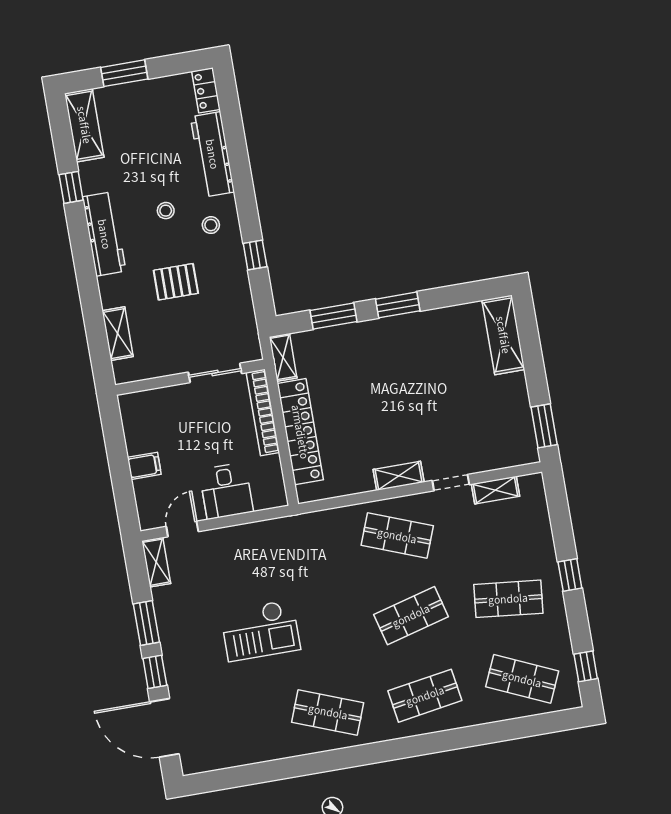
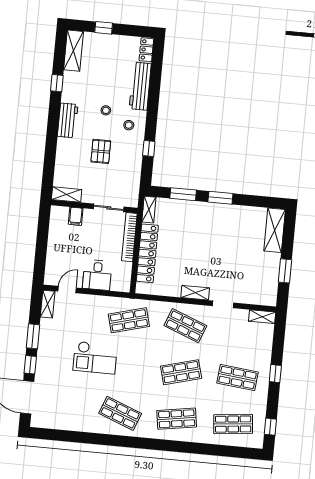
window: (124, 73) -> (104, 28), width x0.67
workbench: (104, 234) -> (68, 120), width x0.73
pallet: (176, 282) -> (101, 151), turned 90
shelving: (118, 334) -> (67, 195), moved, turned 90
window: (544, 426) -> (285, 271), moved
filing cabinet: (144, 466) -> (76, 216), moved, turned 90
shelving: (496, 490) -> (262, 317), moved
shop shelf: (300, 552) -> (129, 320), added
shop shelf: (522, 679) -> (233, 424), turned -30

